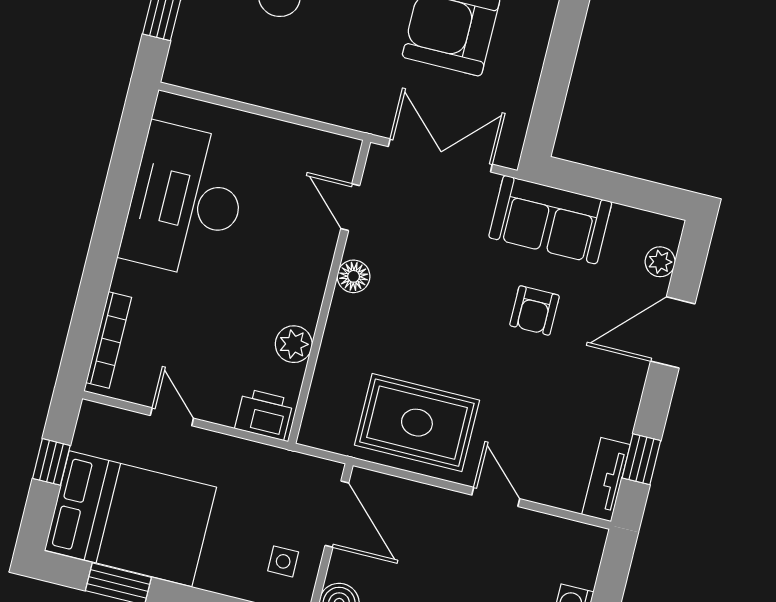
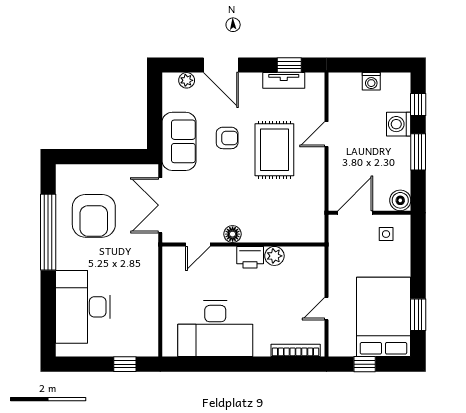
printer: (264, 414) -> (250, 257), moved, turned -90
rug: (417, 423) -> (274, 150), moved
tv unit: (606, 480) -> (284, 80), moved

